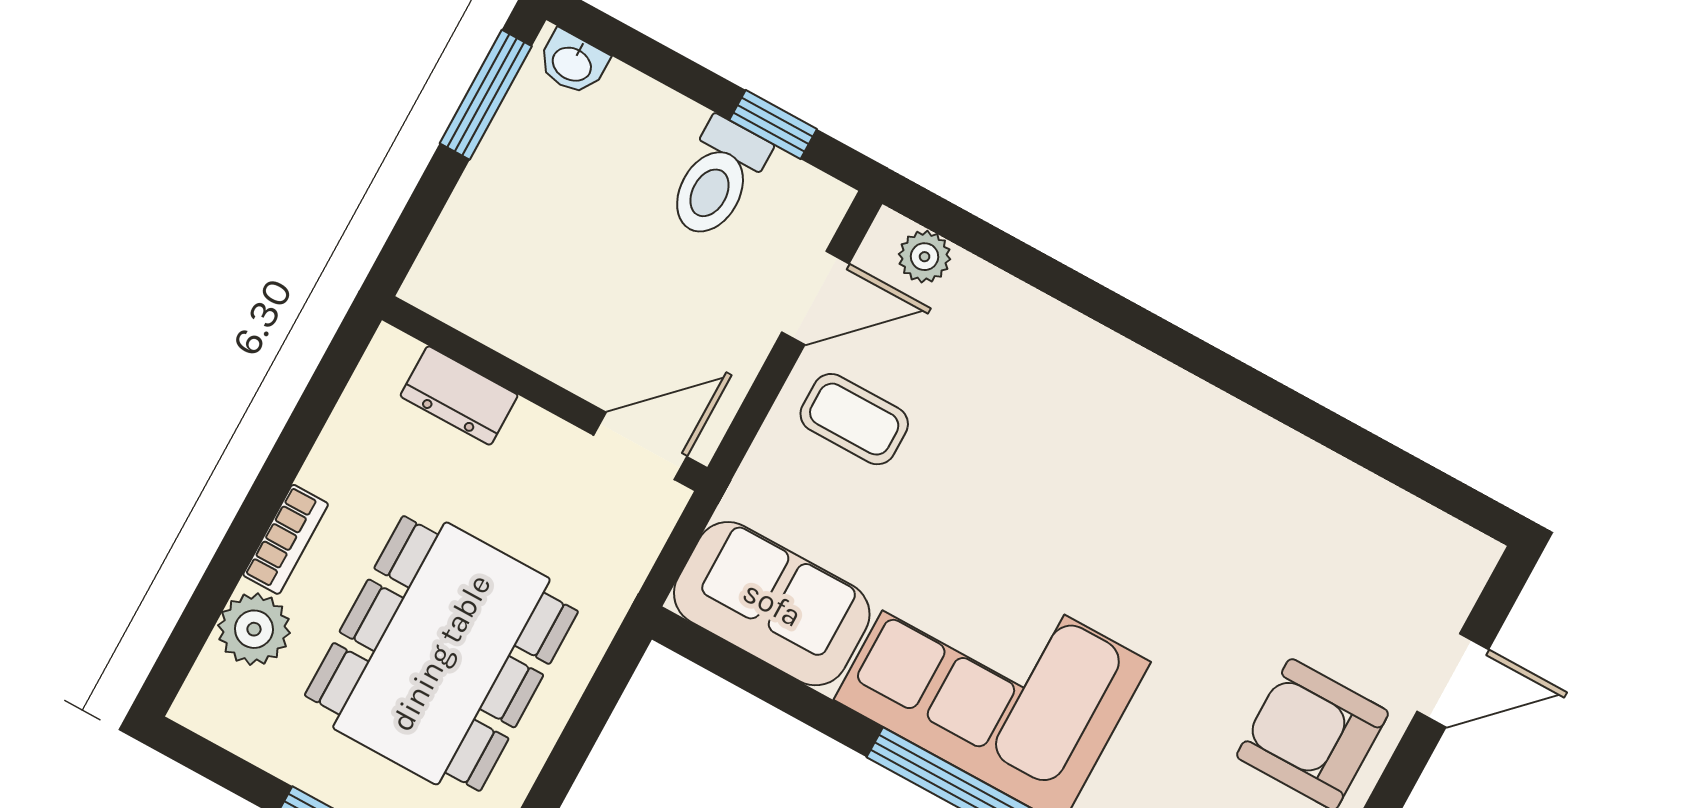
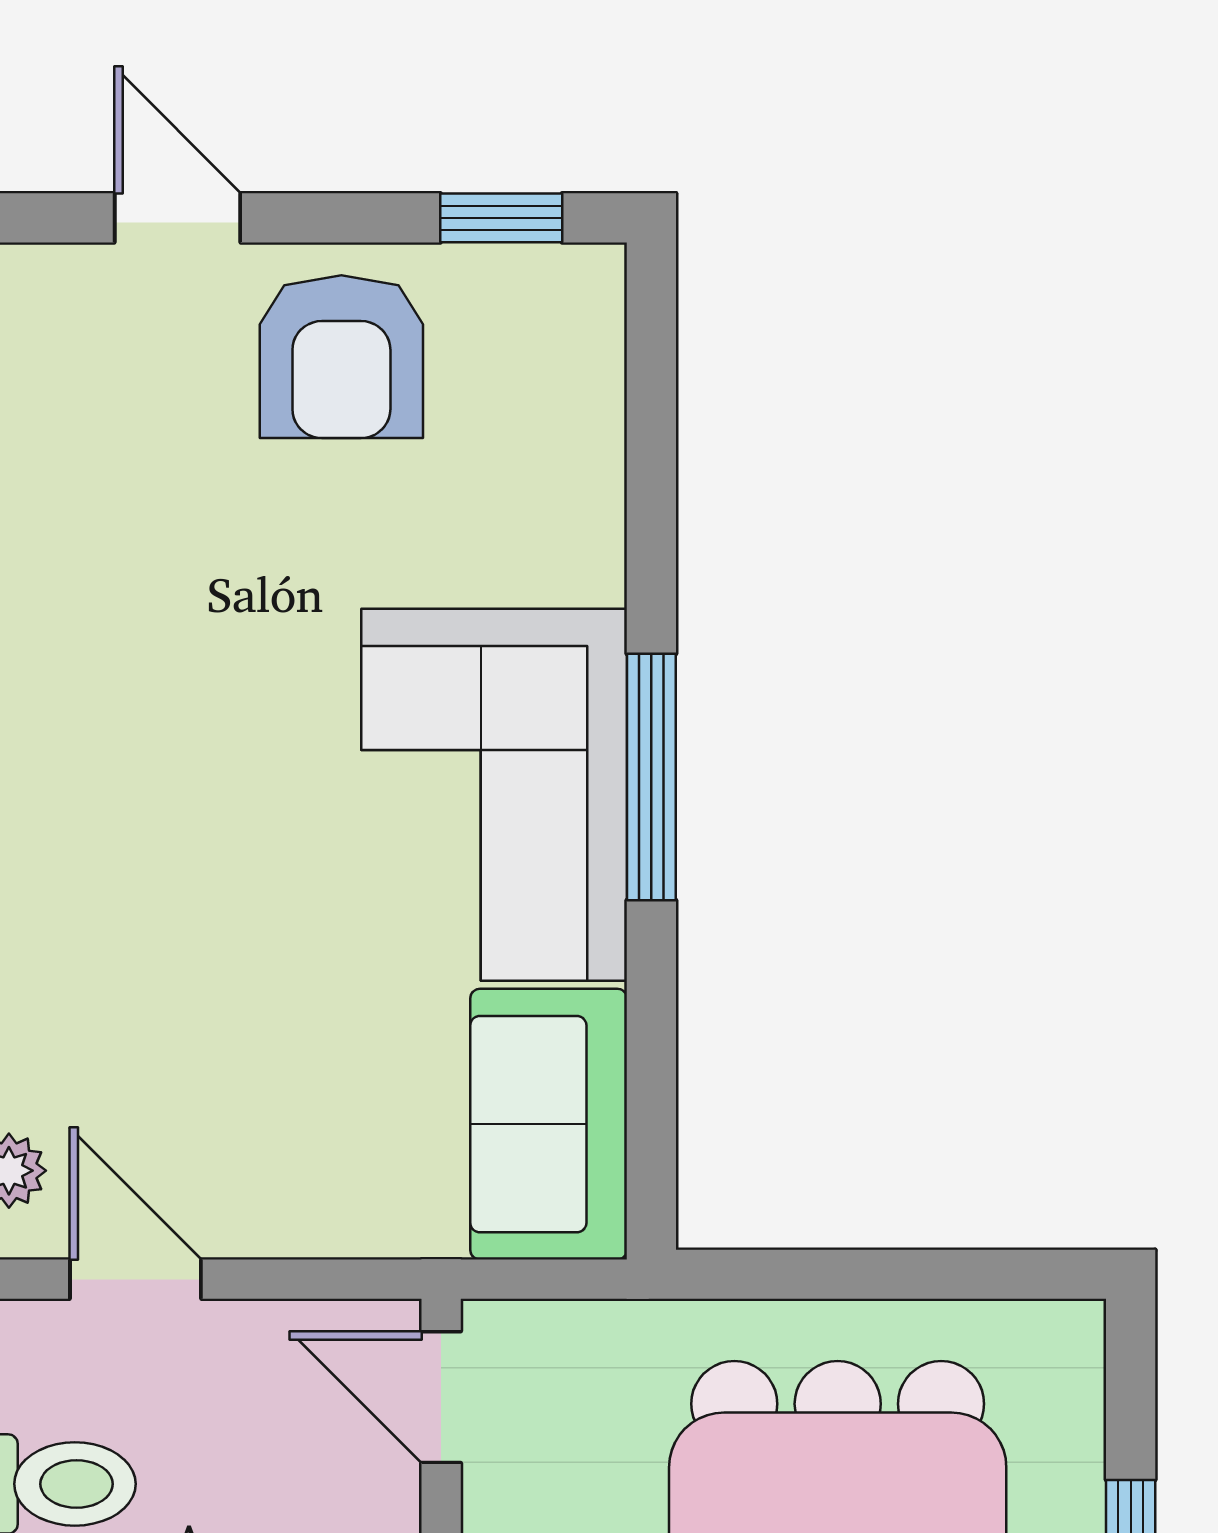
coffee table: (854, 419) -> (261, 1147), removed

